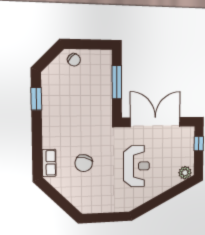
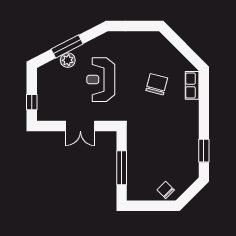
double door: (155, 122) -> (80, 126), width x0.54
plant: (185, 173) -> (68, 60), moved
window: (167, 196) -> (67, 47), added

